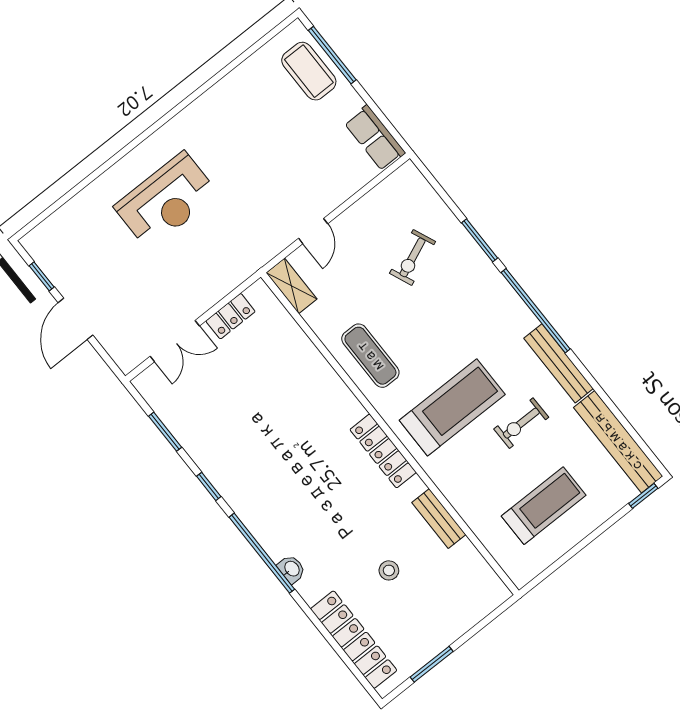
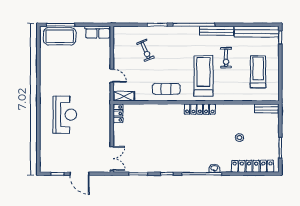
coffee table: (309, 71) -> (60, 36), width x1.36, depth x1.32
locker: (230, 316) -> (118, 113), moved
double door: (175, 341) -> (112, 158), moved
bench: (439, 518) -> (267, 108), moved

